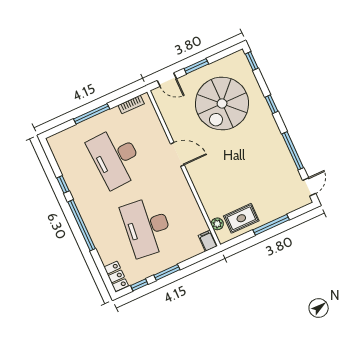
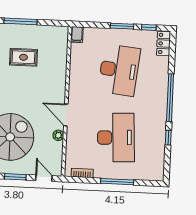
rug: (241, 218) -> (23, 57), moved
plant: (217, 224) -> (58, 135), moved

